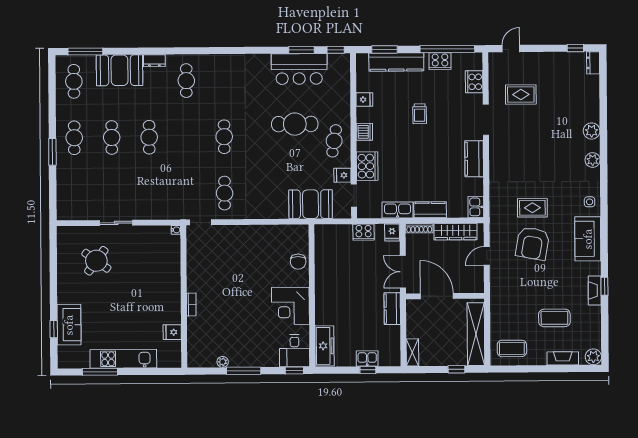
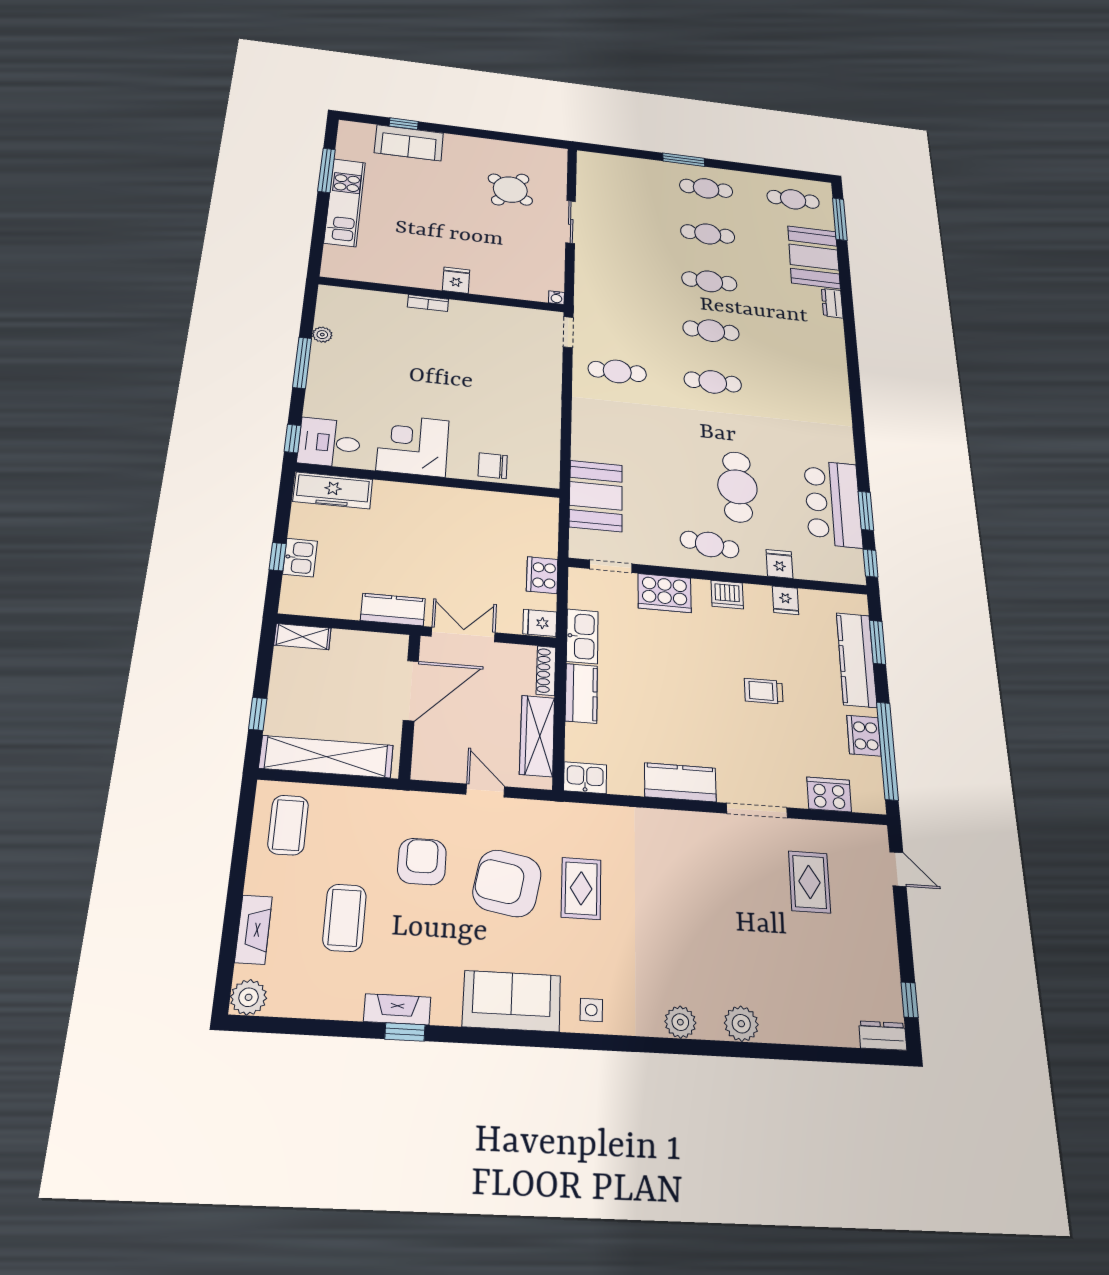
cafe table: (186, 81) -> (711, 331), moved
fridge: (342, 175) -> (779, 564), moved
armchair: (525, 284) -> (422, 862), added
fridge: (172, 332) -> (456, 280), moved

